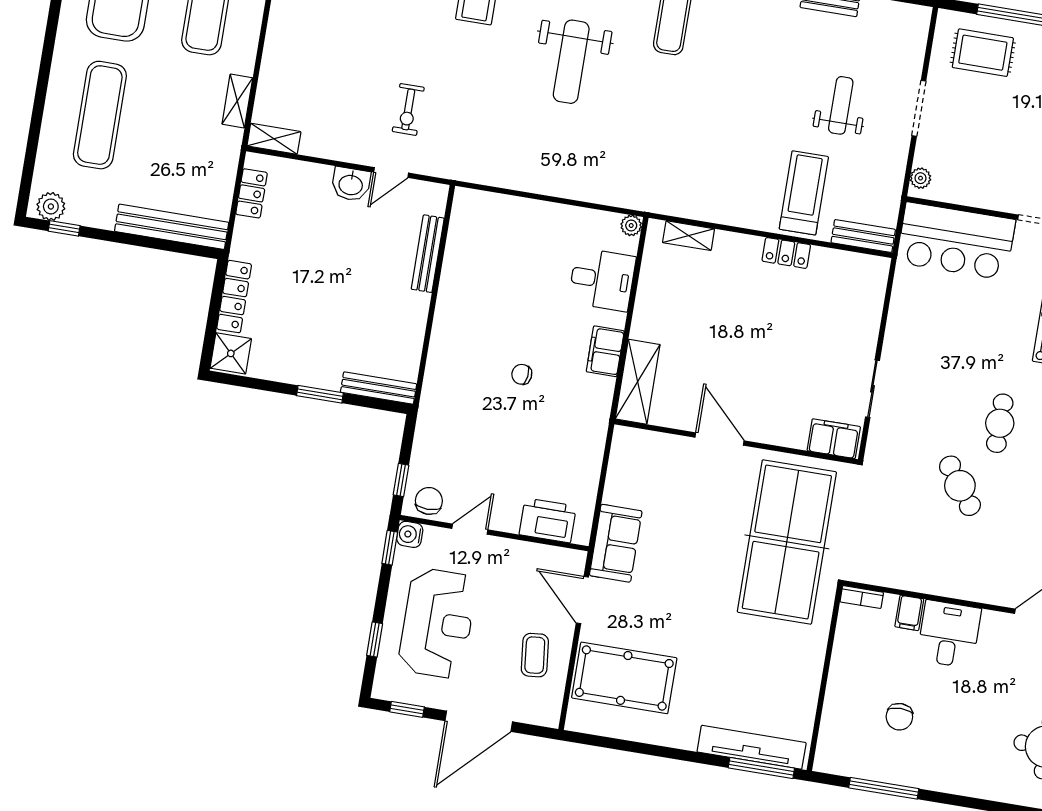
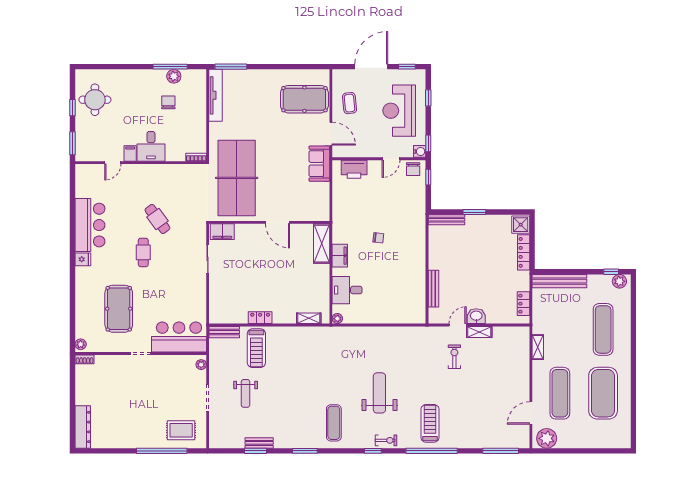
shelving: (274, 139) -> (479, 332), moved
filing cabinet: (909, 613) -> (130, 153), moved
tv unit: (752, 747) -> (216, 95), moved, turned -90
plant: (880, 768) -> (174, 76), added

